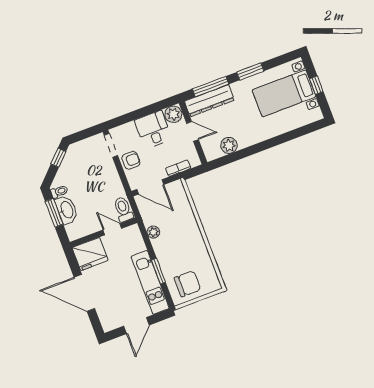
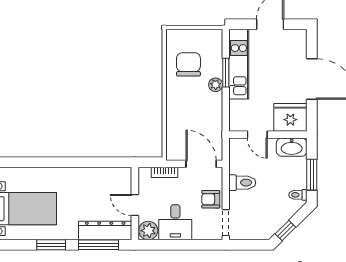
plant: (229, 145) -> (102, 176), removed
toilet: (123, 209) -> (242, 183), moved, turned -90
washbasin: (67, 210) -> (292, 147), moved, turned -90
plant: (153, 232) -> (216, 85), moved
chair: (188, 284) -> (188, 64), moved, turned 90

